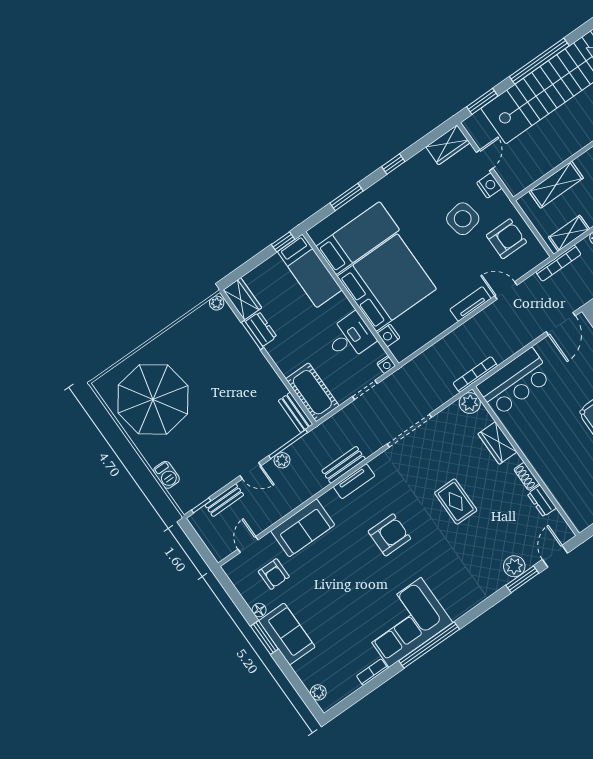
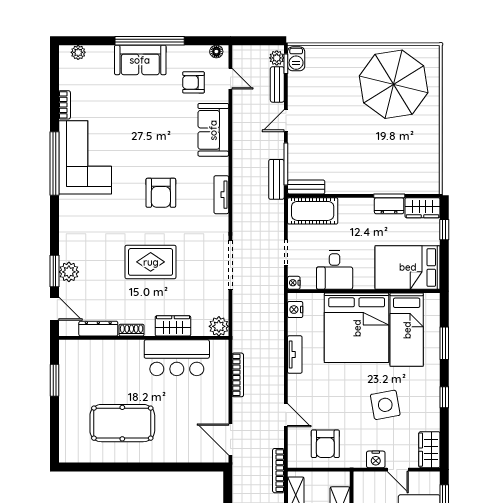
side table: (463, 219) -> (385, 405), moved
window: (283, 242) -> (444, 230), moved
bed: (310, 271) -> (408, 267), width x1.50
door: (506, 290) -> (286, 415), hinge flipped
plant: (217, 303) -> (433, 186), removed
tv unit: (470, 304) -> (295, 354), moved
nightstand: (389, 335) -> (295, 310), moved, turned -90
bookcase: (475, 374) -> (238, 375), moved
bar counter: (515, 382) -> (177, 358), moved, turned -90
plant: (282, 460) -> (277, 58), moved
bench: (344, 465) -> (276, 179), moved
barbecue: (166, 475) -> (296, 59), moved, turned -90
dresser: (542, 501) -> (98, 329), width x1.44
rug: (456, 502) -> (151, 262), width x1.36, depth x1.43
floor lamp: (259, 610) -> (216, 52), moved
window: (264, 638) -> (150, 41), width x2.11

